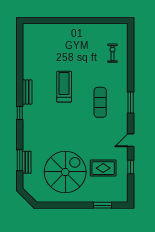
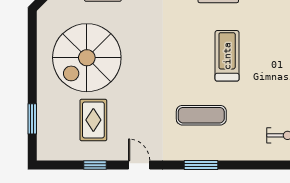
treadmill: (64, 87) -> (227, 56), turned -90
spiral stairs: (65, 172) -> (87, 58), turned 90

